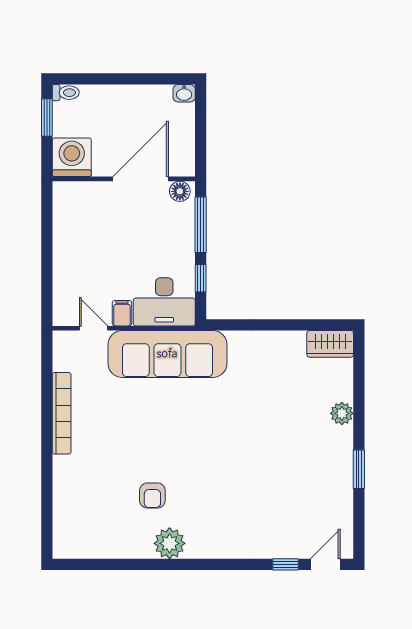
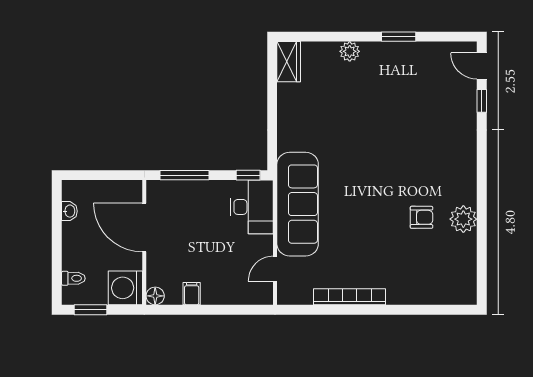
toilet: (66, 93) -> (73, 278), moved, turned 90
washbasin: (184, 93) -> (69, 211), moved
floor lamp: (180, 191) -> (155, 296), moved
window: (201, 278) -> (248, 175), moved
filing cabinet: (122, 313) -> (192, 294), moved, turned 90
plant: (170, 543) -> (463, 219), moved

